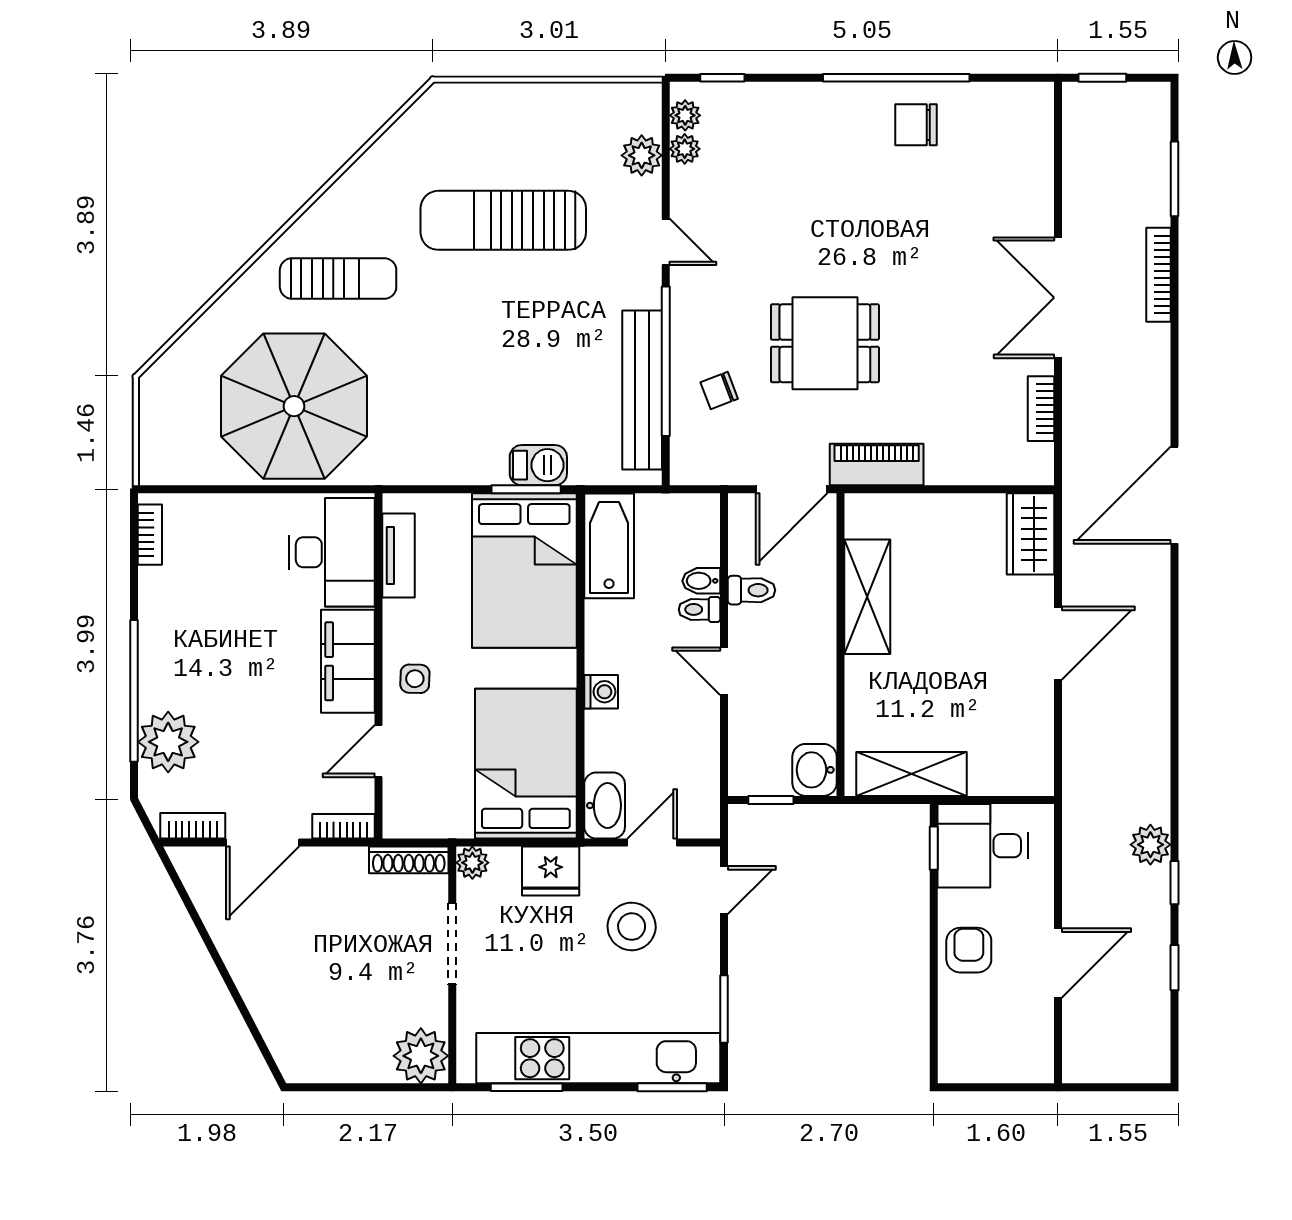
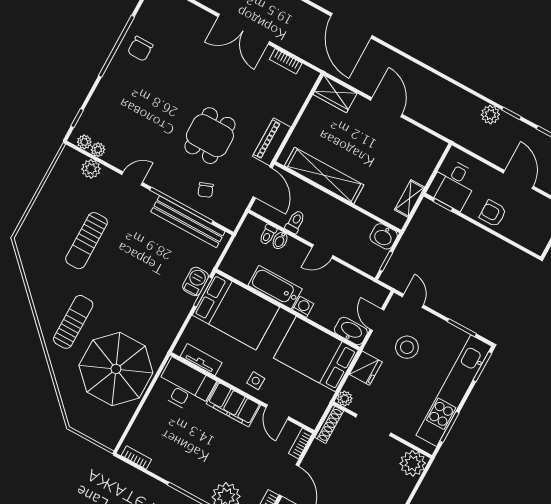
sun lounger: (503, 220) -> (87, 241), width x0.73, depth x0.75
bathtub: (609, 546) -> (275, 287), moved
shelving: (867, 597) -> (324, 175), width x1.47
toilet: (699, 609) -> (268, 235), moved
shelving: (911, 774) -> (409, 199), width x0.67, depth x0.75

